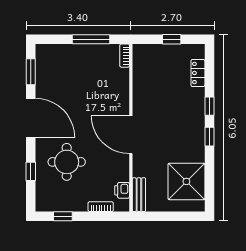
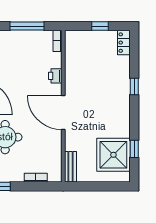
locker: (198, 73) -> (124, 43), moved
window: (209, 137) -> (134, 149), moved
printer: (122, 190) -> (55, 76), moved

